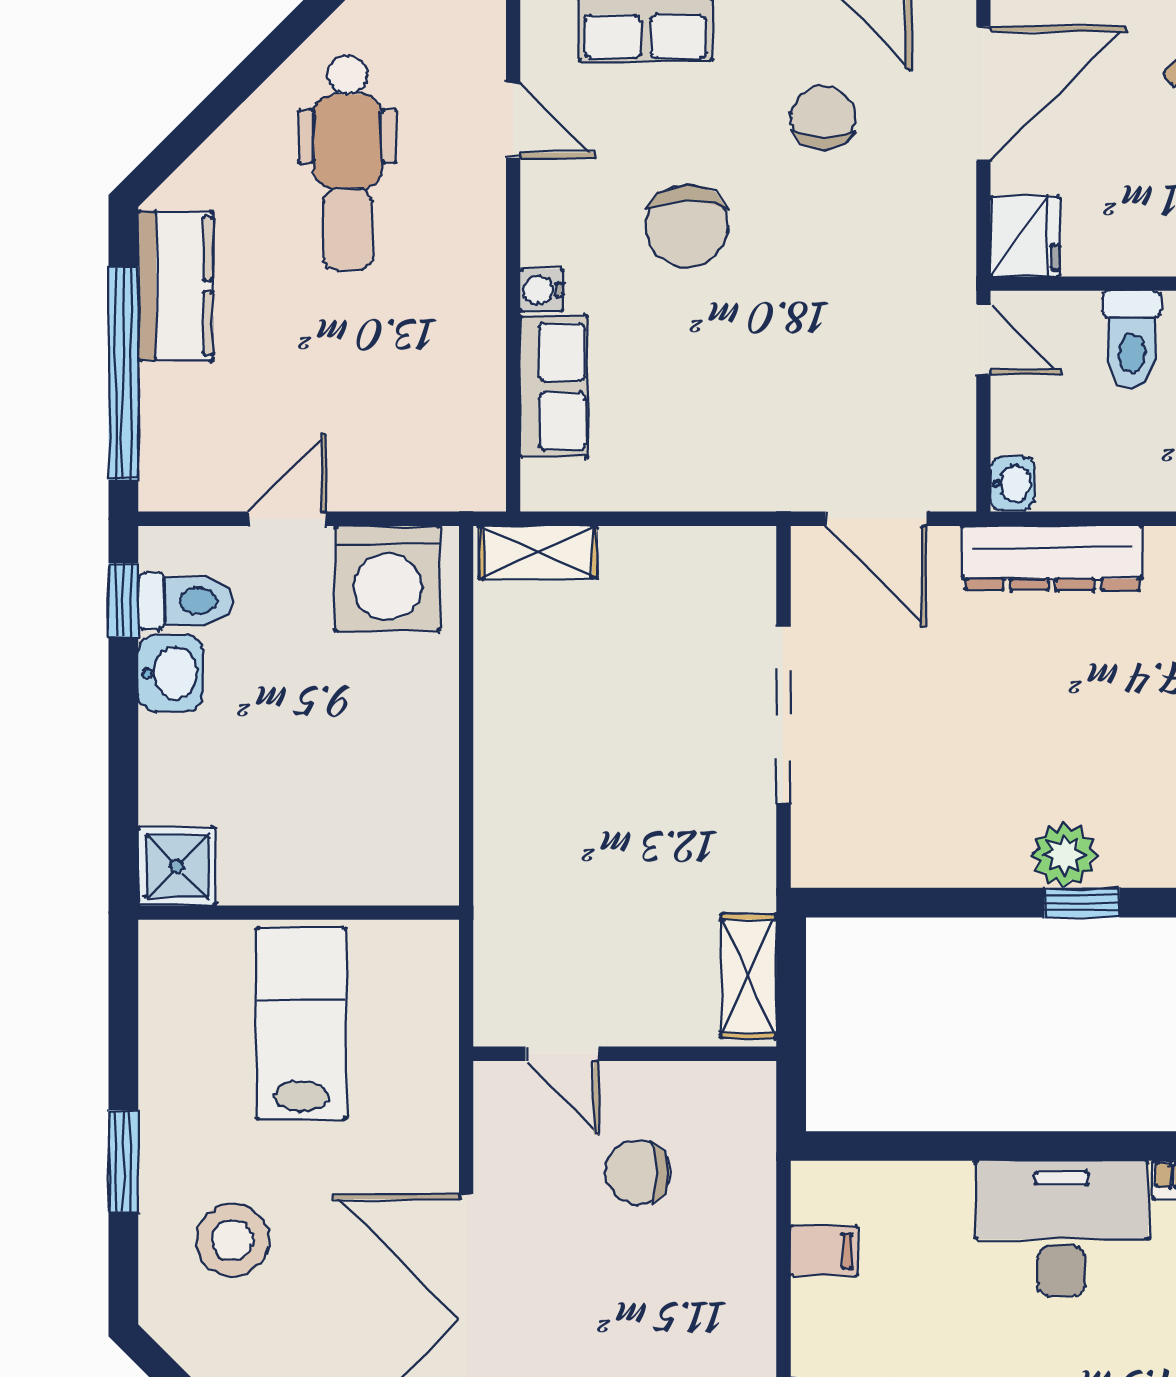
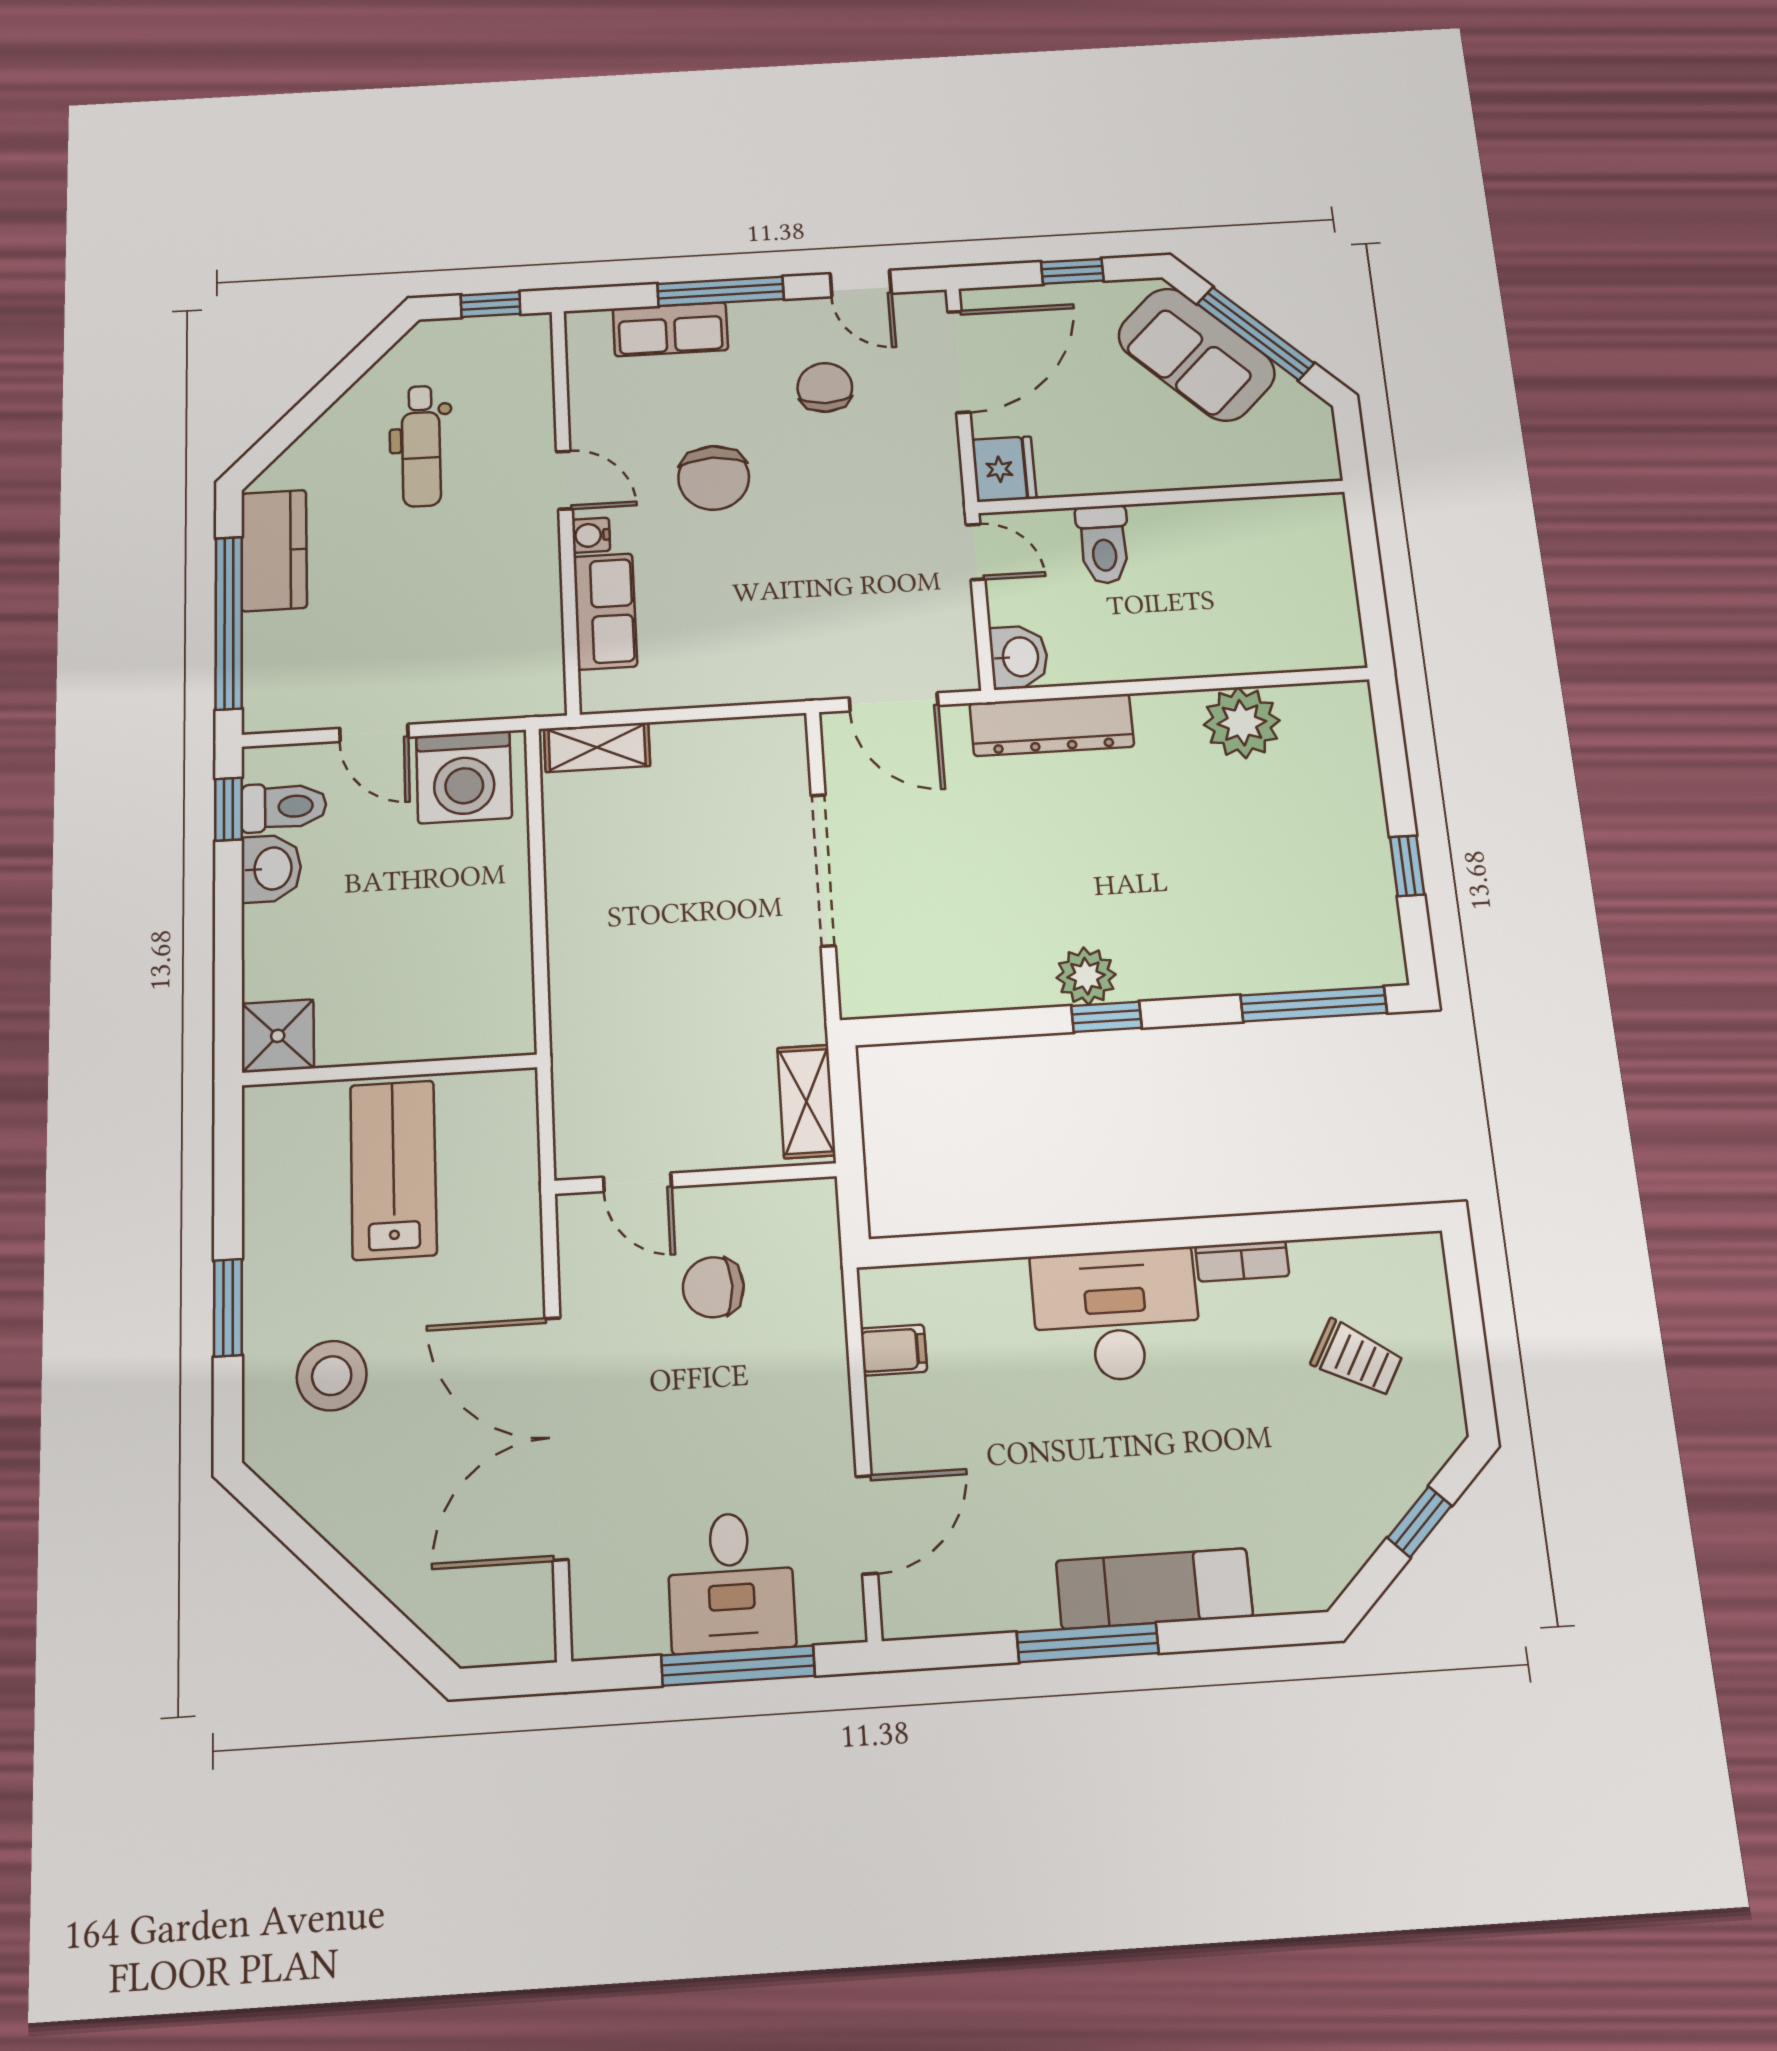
door: (513, 120) -> (564, 480), moved
dental chair: (347, 163) -> (421, 446), width x0.73, depth x0.72
washbasin: (1012, 483) -> (1019, 657), width x1.38, depth x1.45
door: (287, 519) -> (374, 733), swing flipped

